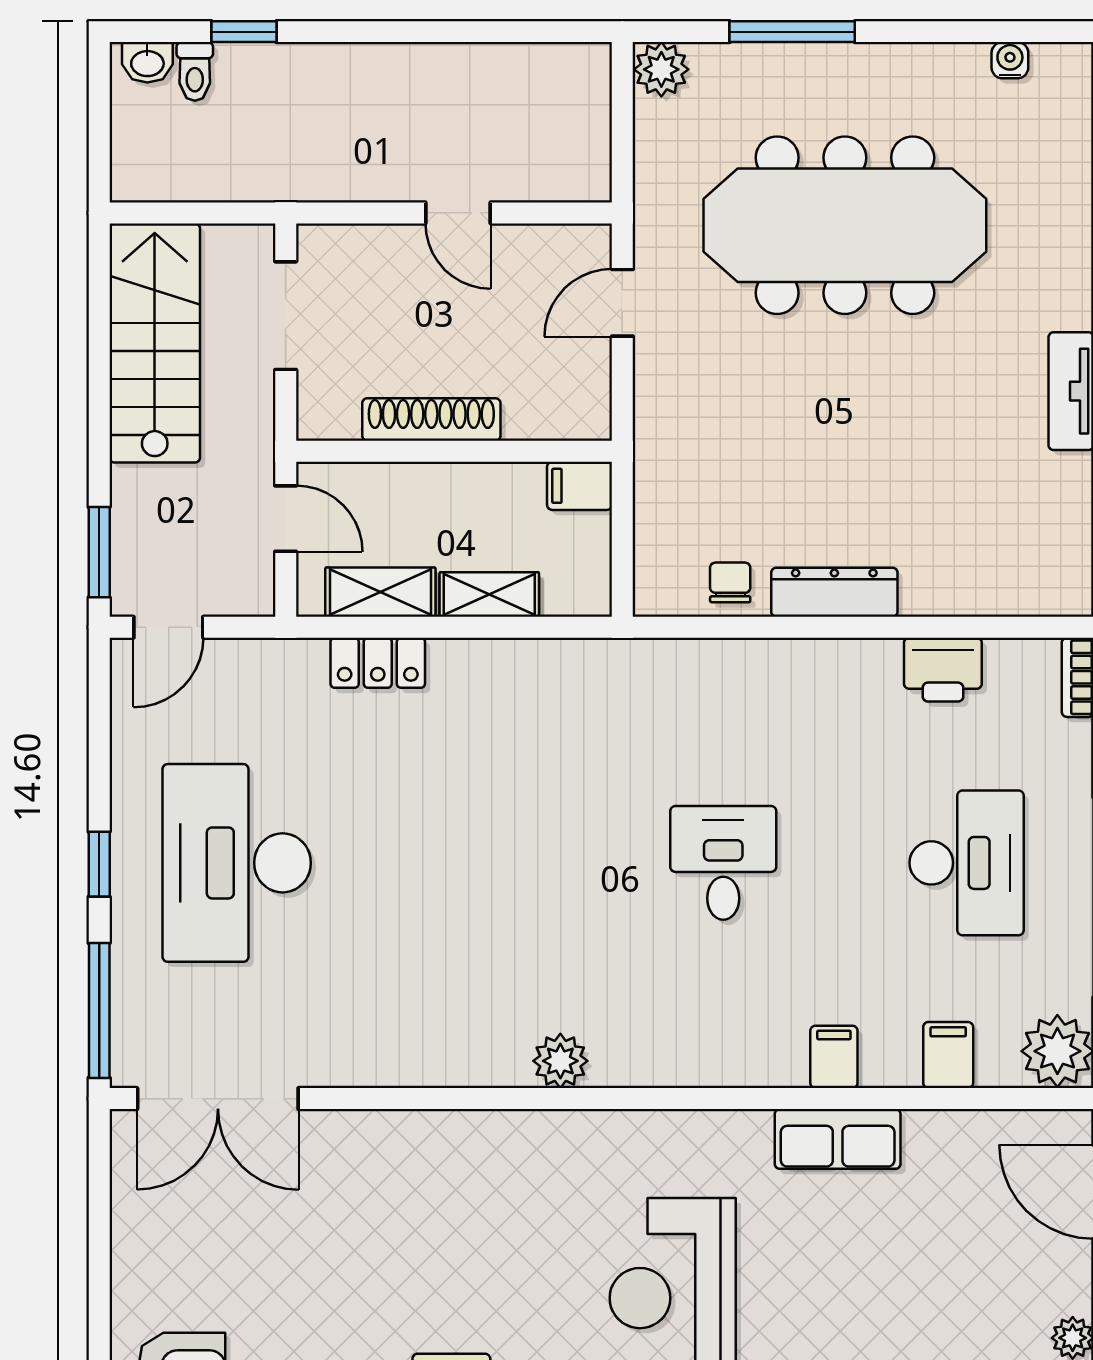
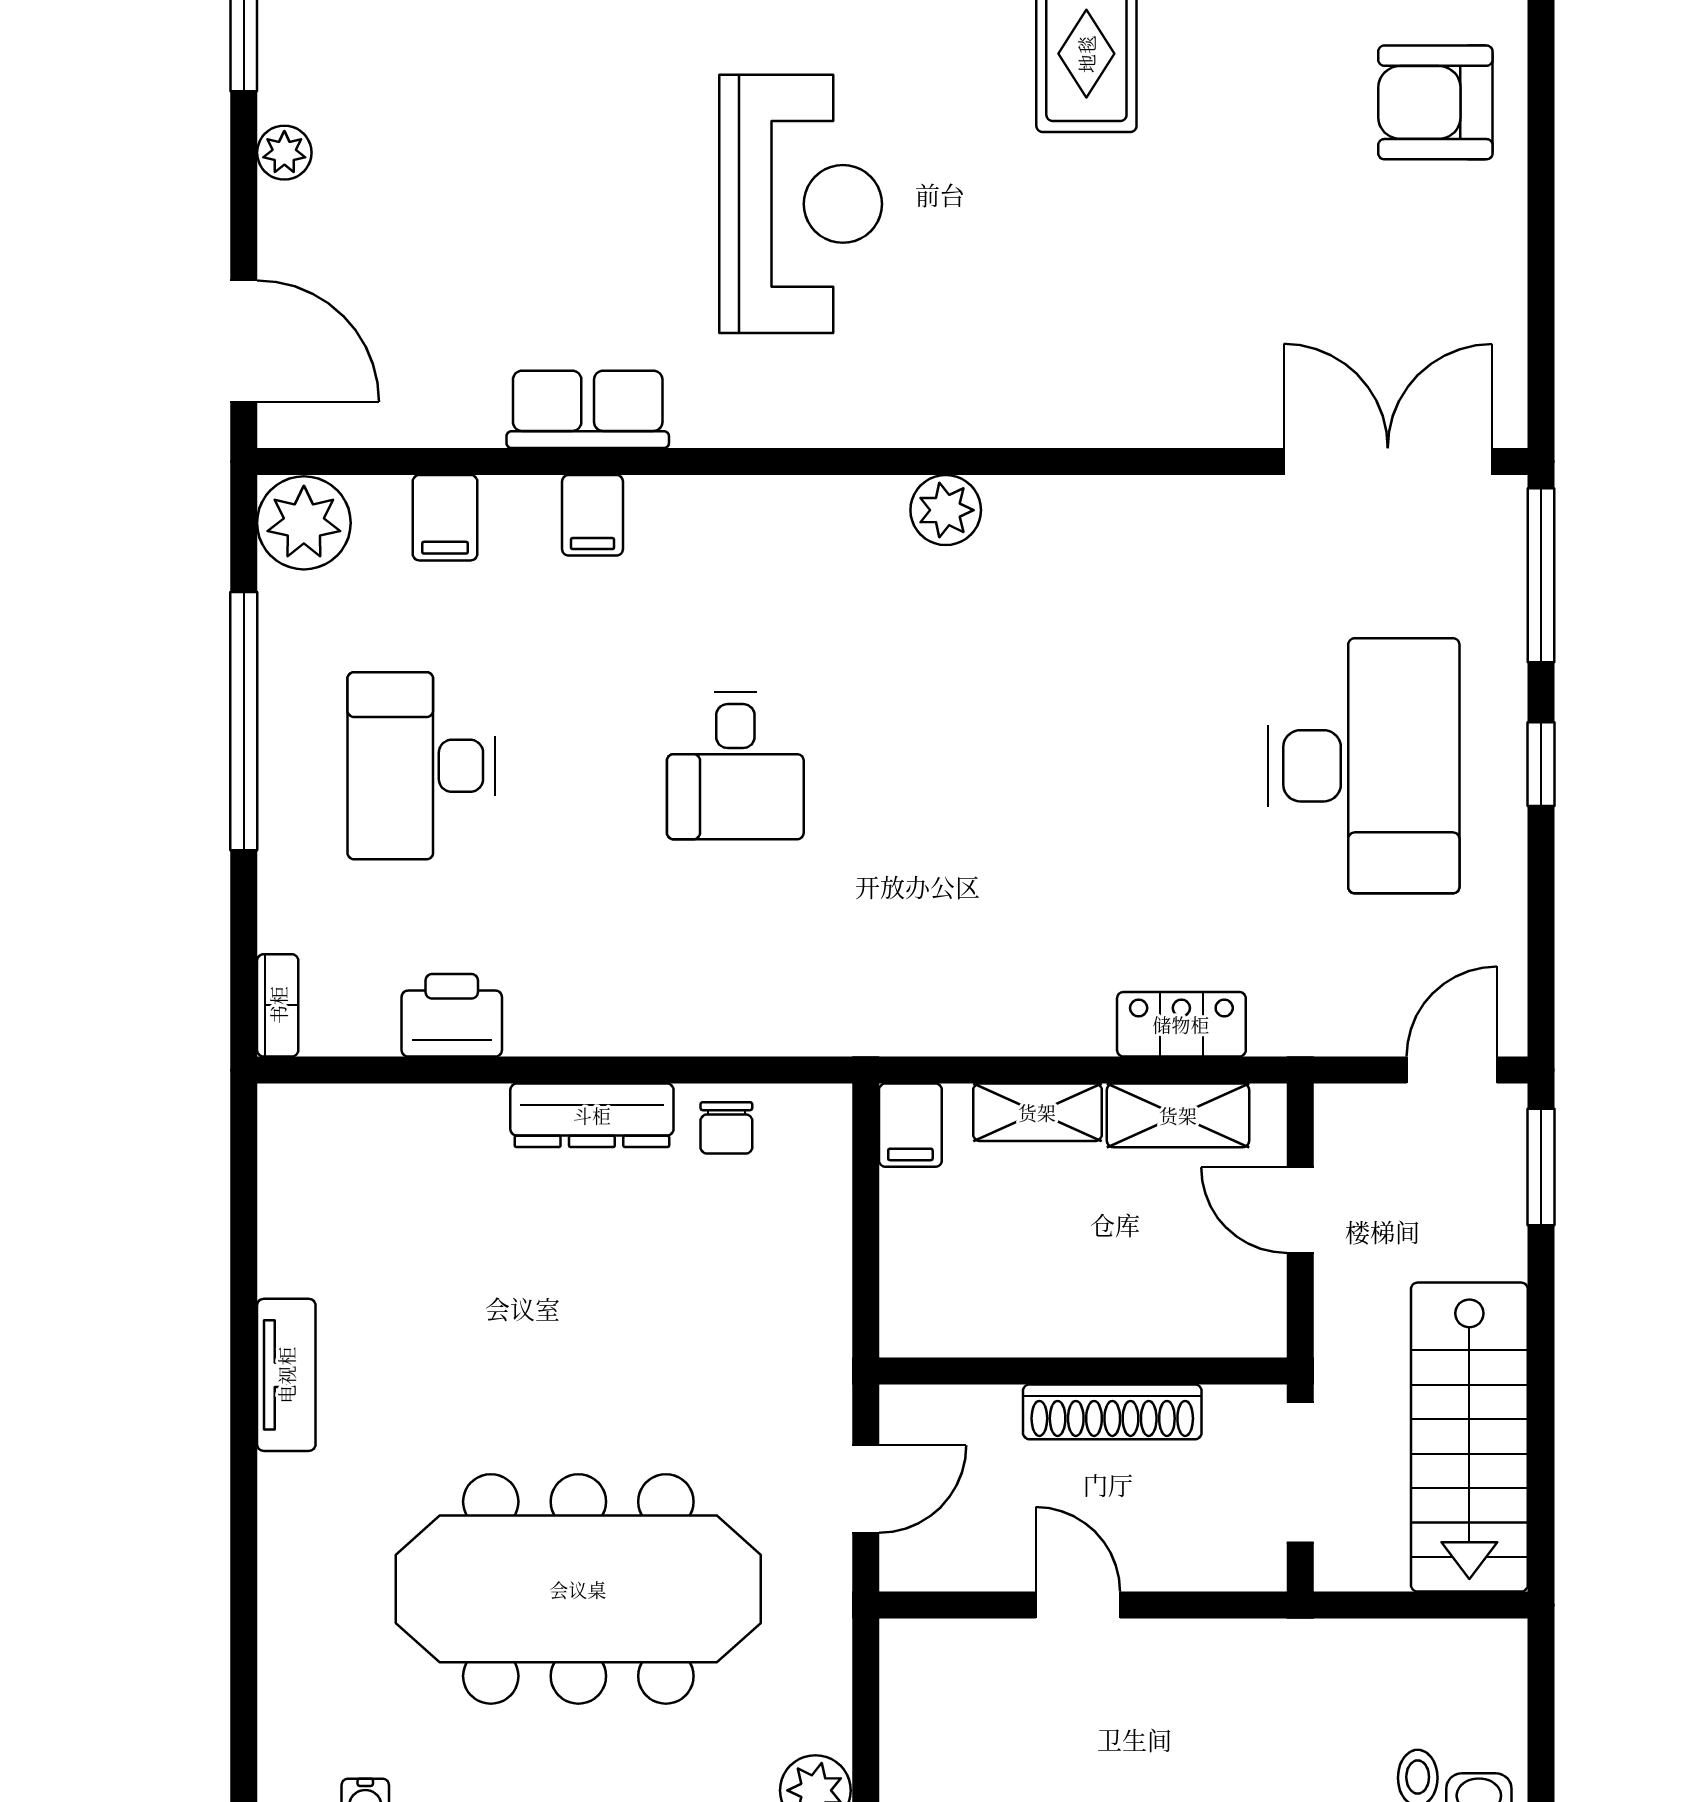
shoe rack: (431, 419) -> (1112, 1412), moved
wall: (454, 451) -> (1083, 1371), moved
filing cabinet: (580, 486) -> (910, 1125), moved, turned 90

